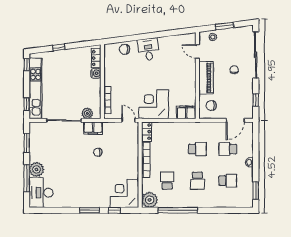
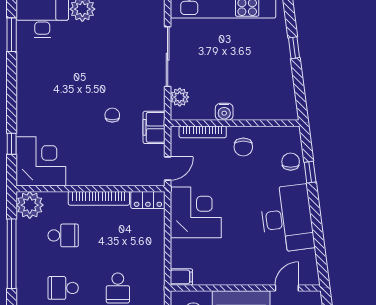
window: (131, 38) -> (310, 172), added
desk: (148, 49) -> (287, 219), width x1.87, depth x1.30
locker: (96, 58) -> (275, 112), removed
water cooler: (96, 73) -> (224, 112), moved
chair: (116, 77) -> (243, 147), added
filing cabinet: (186, 112) -> (181, 277), width x0.50
filing cabinet: (93, 128) -> (154, 127), moved
window: (90, 210) -> (12, 35), moved

